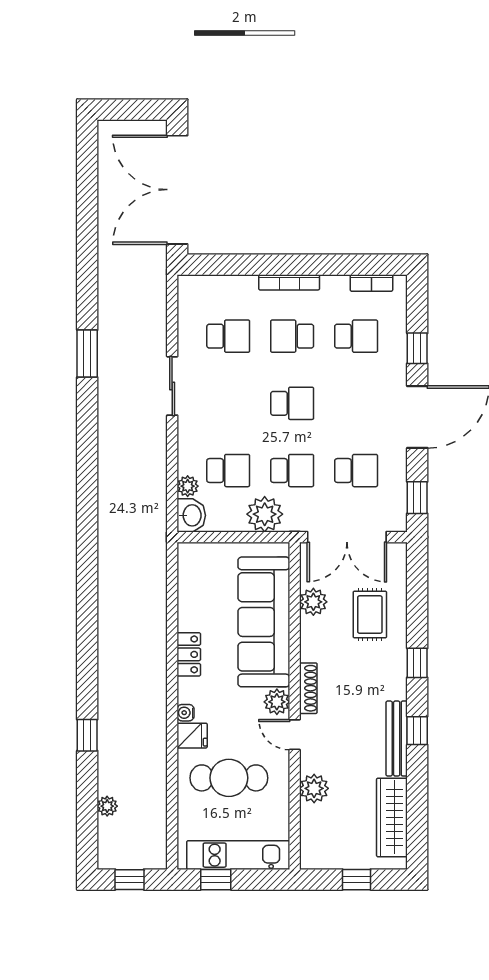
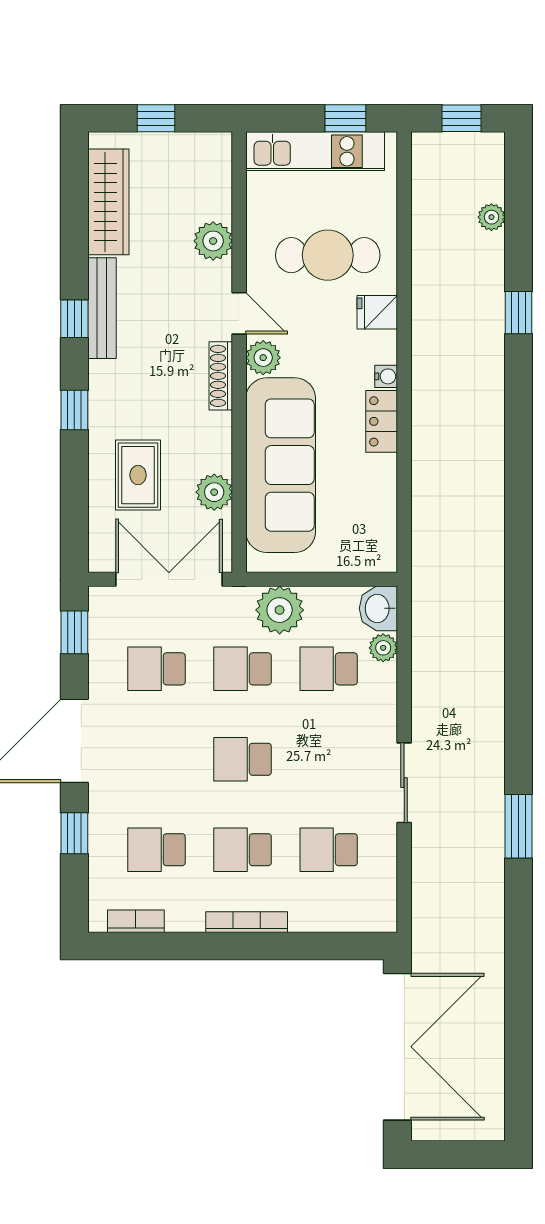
school desk: (292, 336) -> (243, 850), turned 180
water cooler: (186, 713) -> (386, 376), moved

